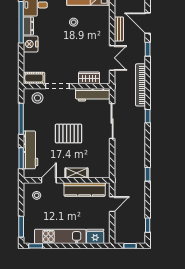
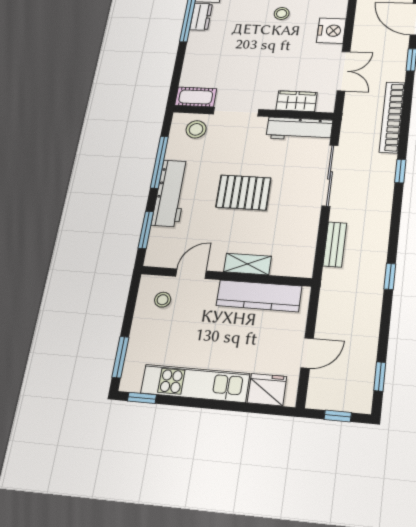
bench: (119, 29) -> (335, 244), moved
nightstand: (31, 44) -> (331, 31), moved, turned 180
workbench: (30, 150) -> (171, 193), moved
door: (112, 204) -> (307, 353), moved

